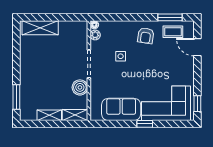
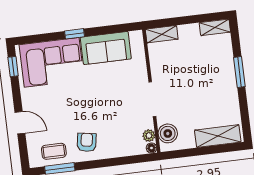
door: (197, 47) -> (20, 123), moved
side table: (121, 56) -> (115, 113), removed
boiler: (80, 87) -> (168, 133), moved
window: (16, 97) -> (239, 72), moved
shelving: (49, 115) -> (215, 27), moved

